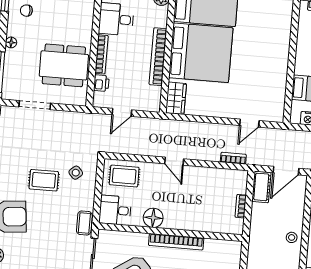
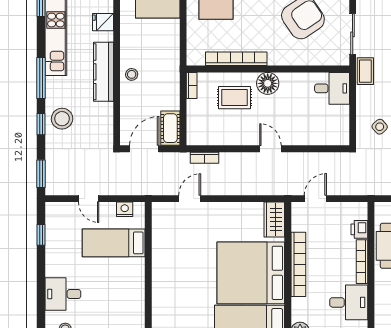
door: (122, 112) -> (315, 199), moved
rug: (124, 176) -> (234, 98), moved
bookcase: (241, 206) -> (192, 85), moved
floor lamp: (153, 218) -> (268, 83), moved
bookcase: (176, 242) -> (236, 59), moved

